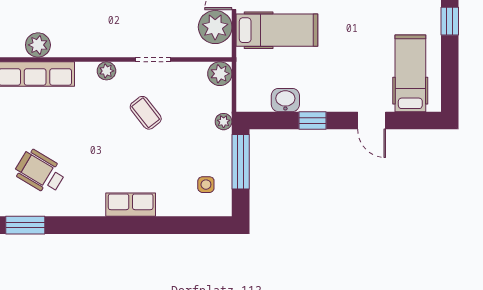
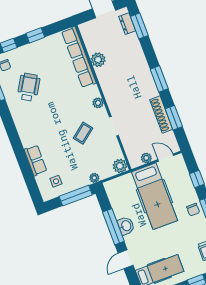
plant: (215, 27) -> (146, 158), width x0.53, depth x0.53
hospital bed: (277, 30) -> (154, 196), width x1.37, depth x1.29
washbasin: (285, 100) -> (126, 226), moved
window: (312, 121) -> (113, 227), width x2.17
row of seats: (131, 205) -> (36, 160), moved

